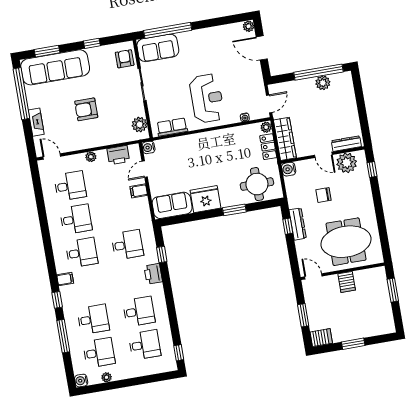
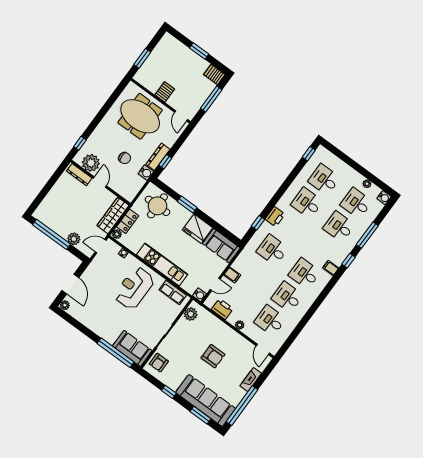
plant: (323, 83) -> (74, 239), moved
kitchen unit: (204, 141) -> (162, 264), added
water cooler: (289, 169) -> (146, 173), moved
window: (303, 315) -> (211, 99), width x1.44

